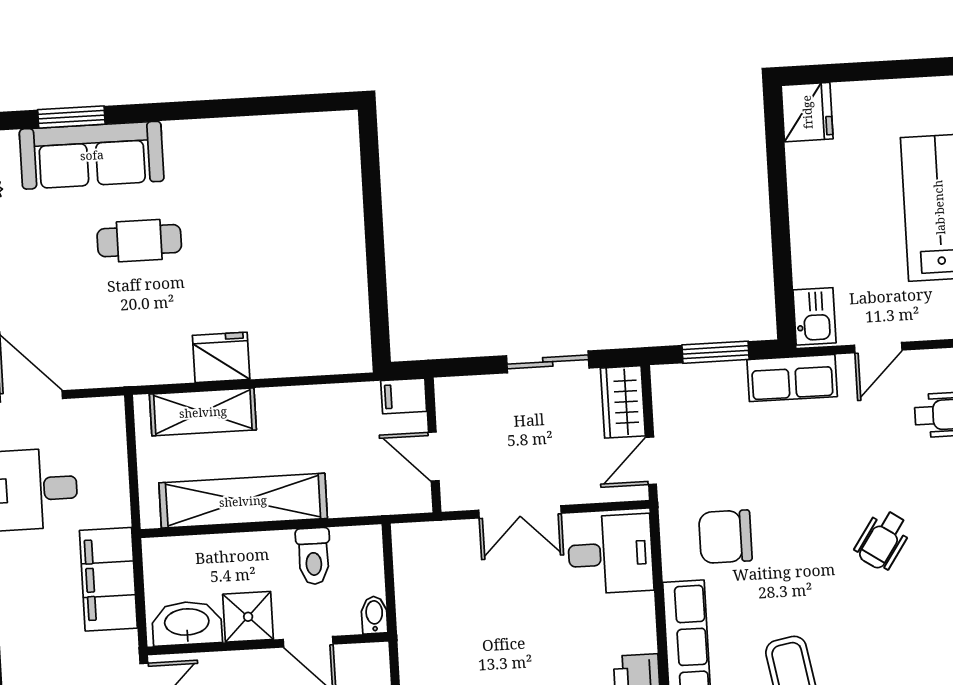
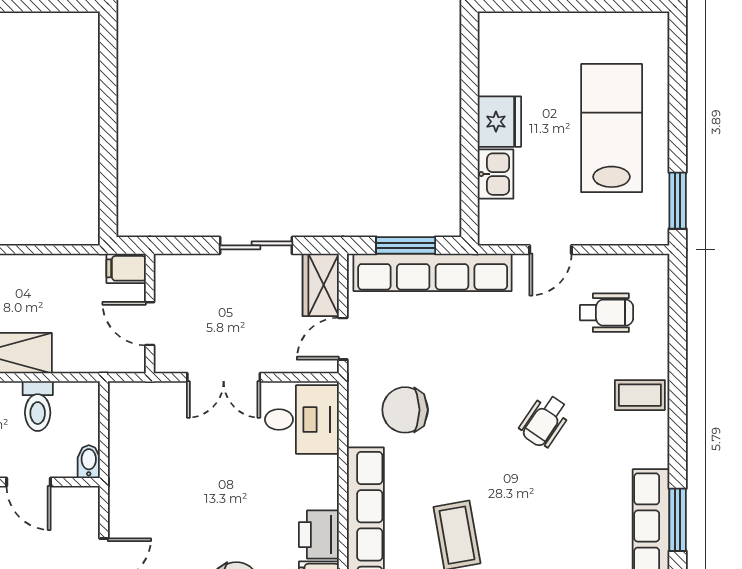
fridge: (807, 112) -> (499, 122), moved
kitchen sink: (815, 316) -> (496, 174), moved
row of seats: (792, 378) -> (433, 272), width x2.02

